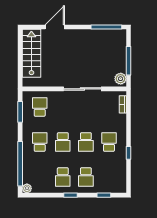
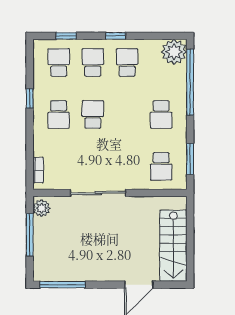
school desk: (63, 142) -> (59, 63), moved
plant: (27, 188) -> (174, 52), width x1.88, depth x1.88

